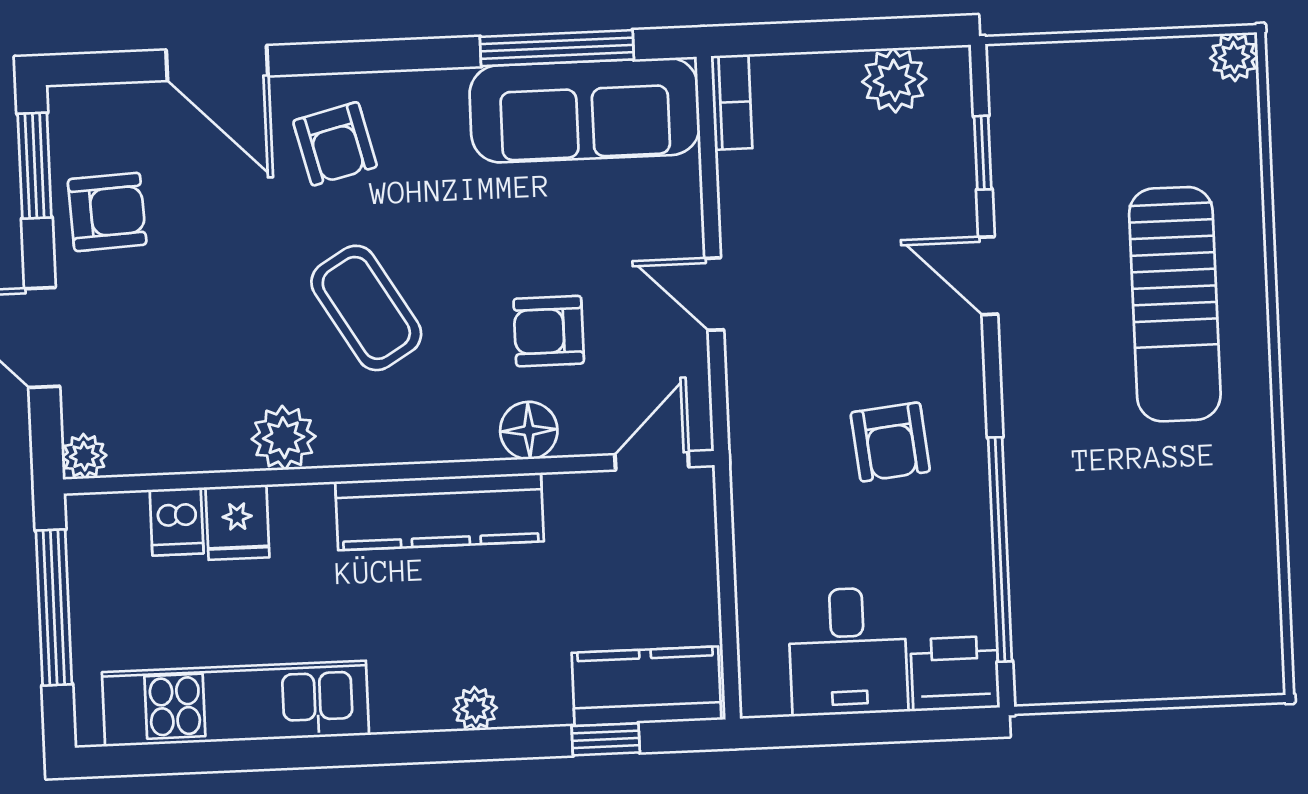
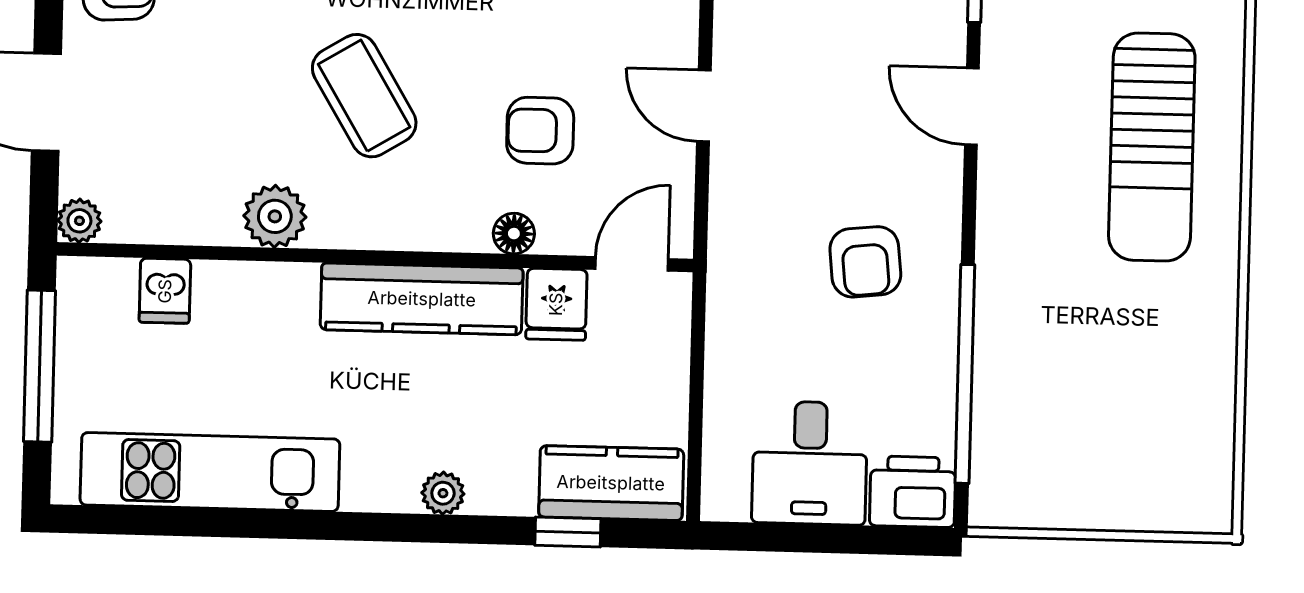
floor lamp: (529, 430) -> (514, 234), width x0.73, depth x0.73
fridge: (237, 522) -> (556, 304), moved

